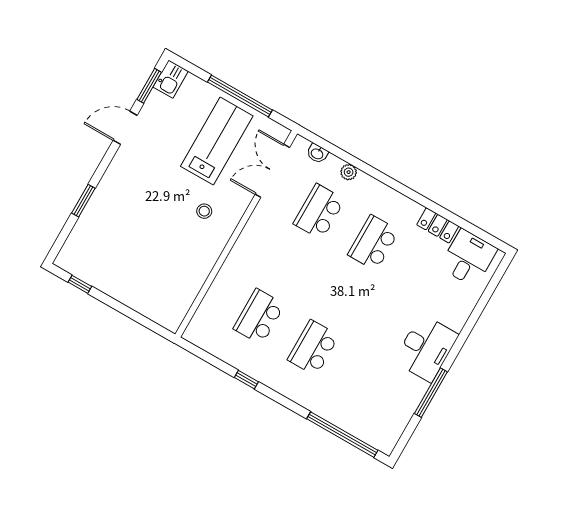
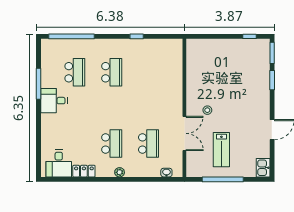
window: (149, 86) -> (272, 53), moved
lab bench: (217, 141) -> (221, 150), width x0.73, depth x0.72
double door: (272, 171) -> (184, 133), moved
plant: (349, 172) -> (120, 172), moved
school desk: (259, 317) -> (75, 72), moved
desk: (426, 348) -> (54, 101), width x0.73

